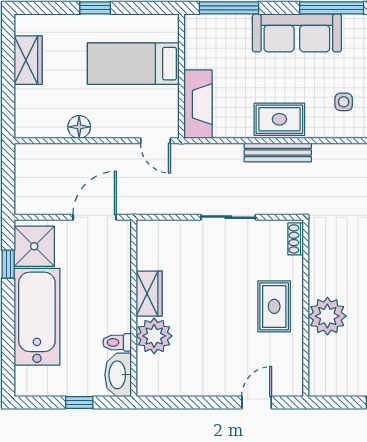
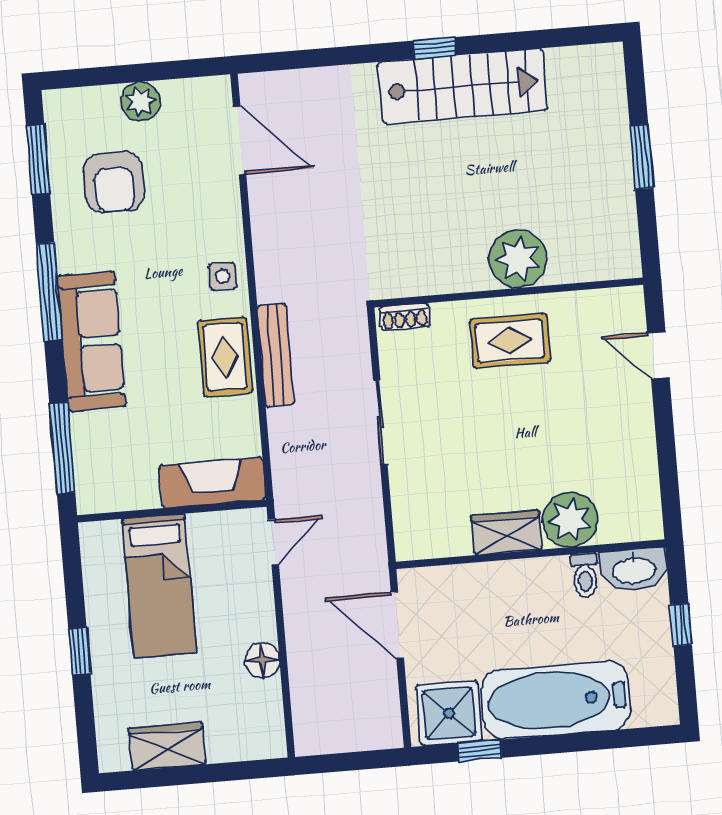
side table: (344, 102) -> (223, 276), moved

